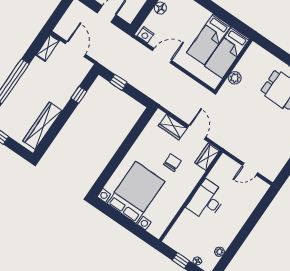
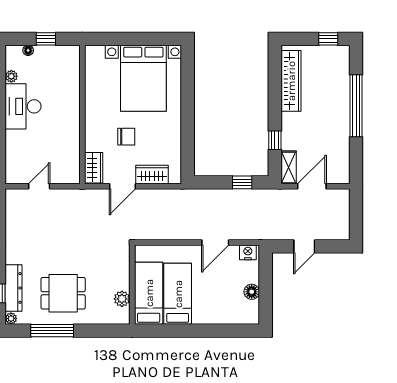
shelving: (48, 48) -> (289, 167), moved
door: (75, 49) -> (312, 186), swing flipped
plant: (235, 78) -> (122, 299), moved
door: (197, 132) -> (122, 186), hinge flipped
chair: (172, 163) -> (126, 137), turned -90
desk: (207, 200) -> (23, 106), moved, turned 180

